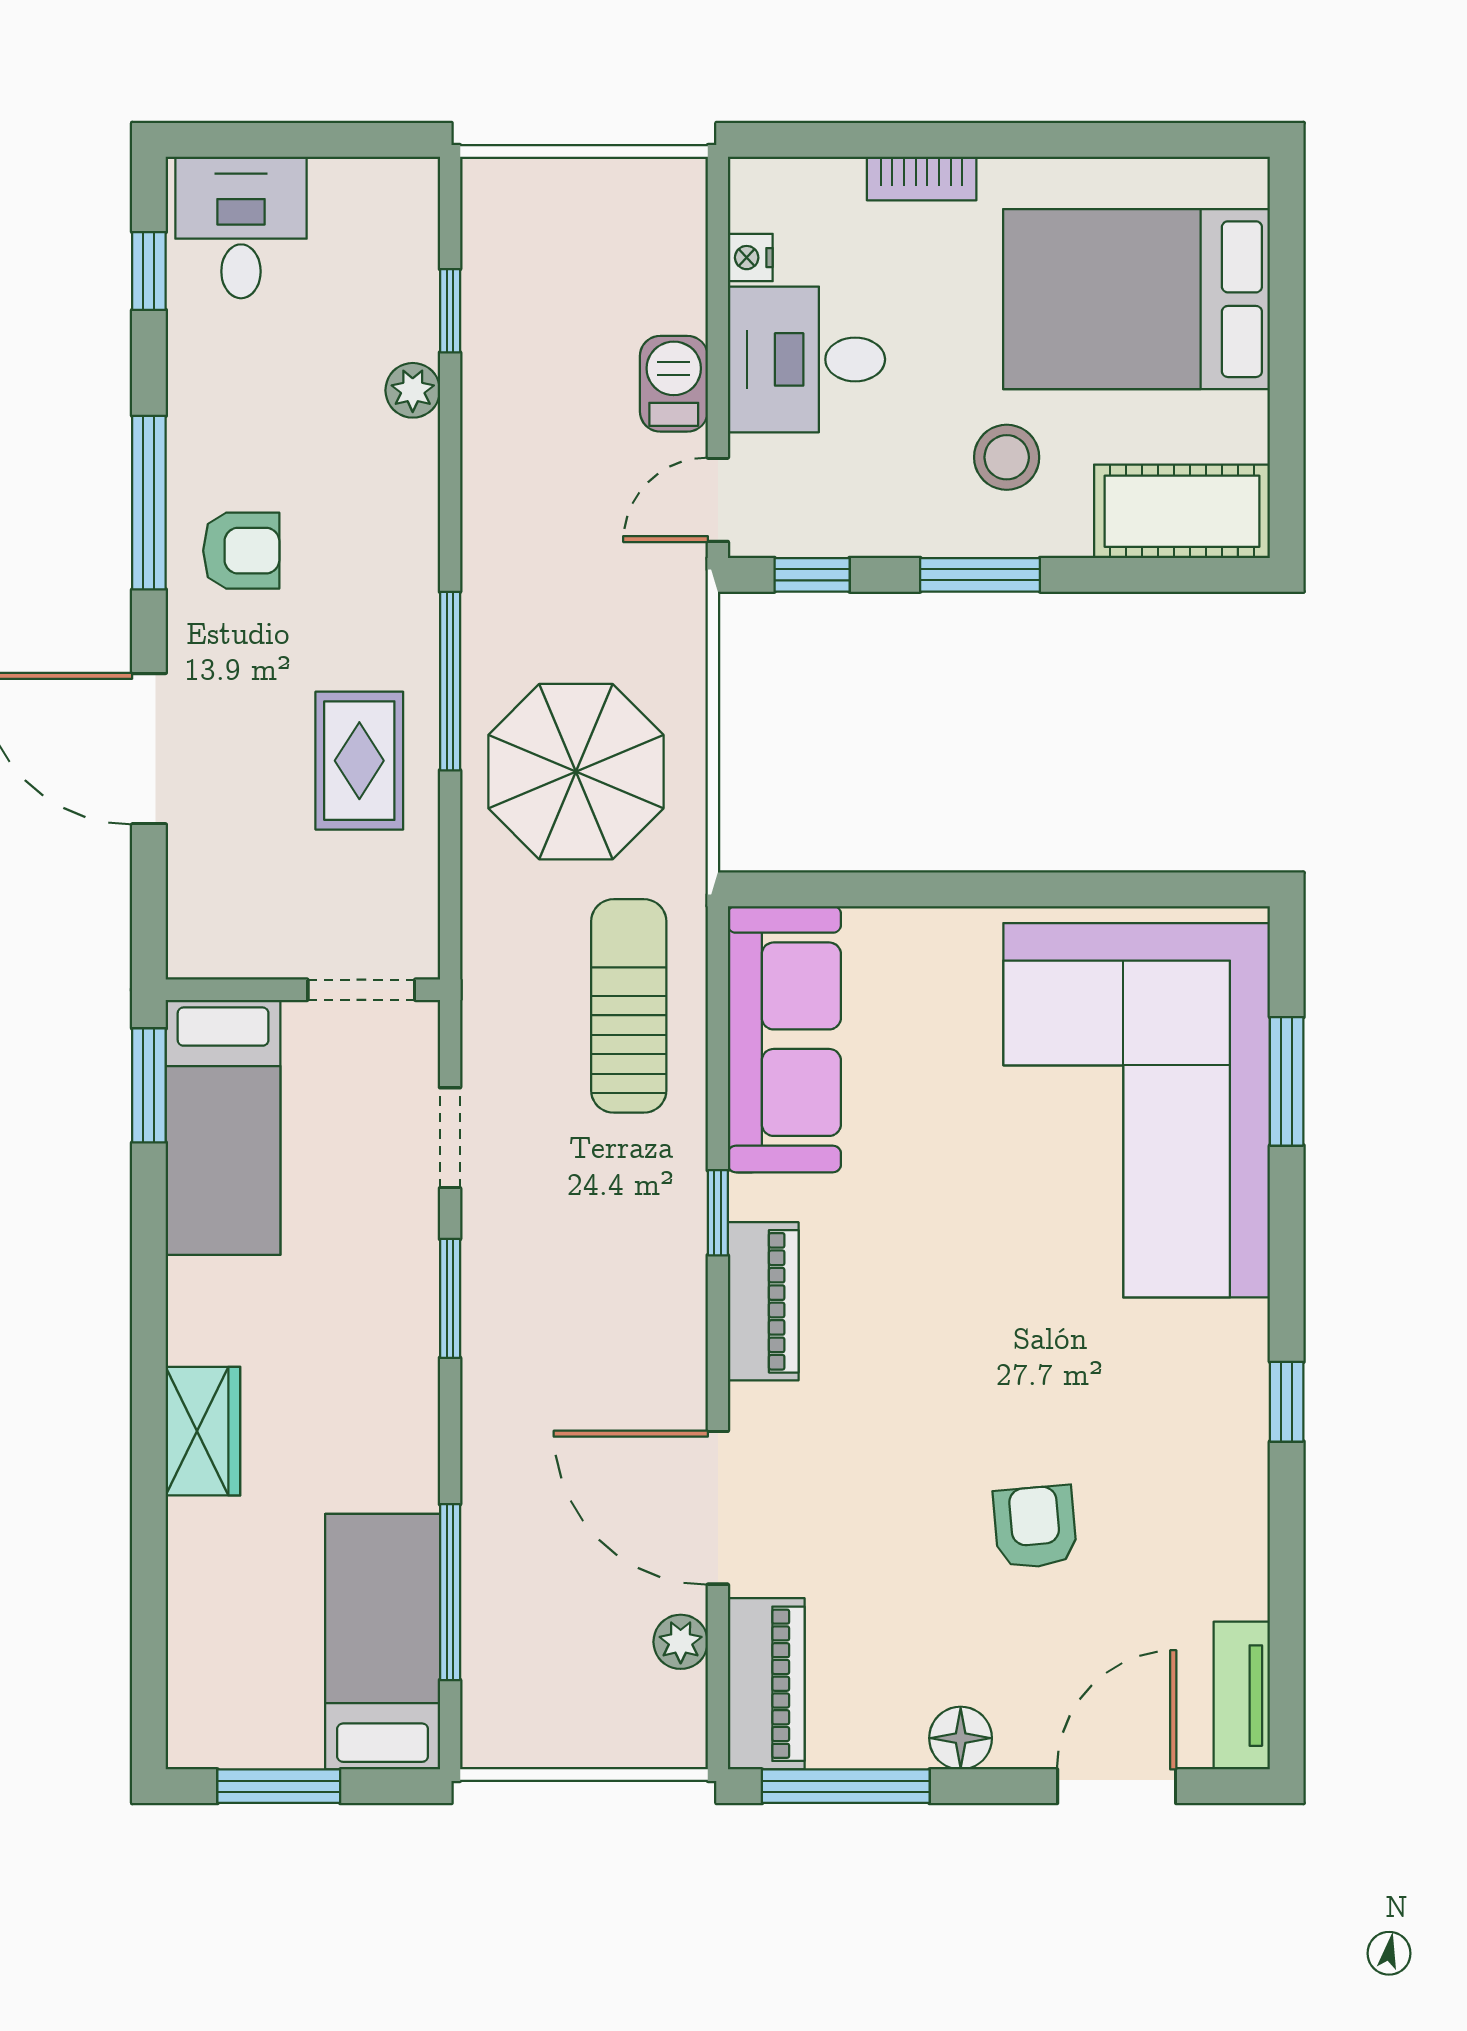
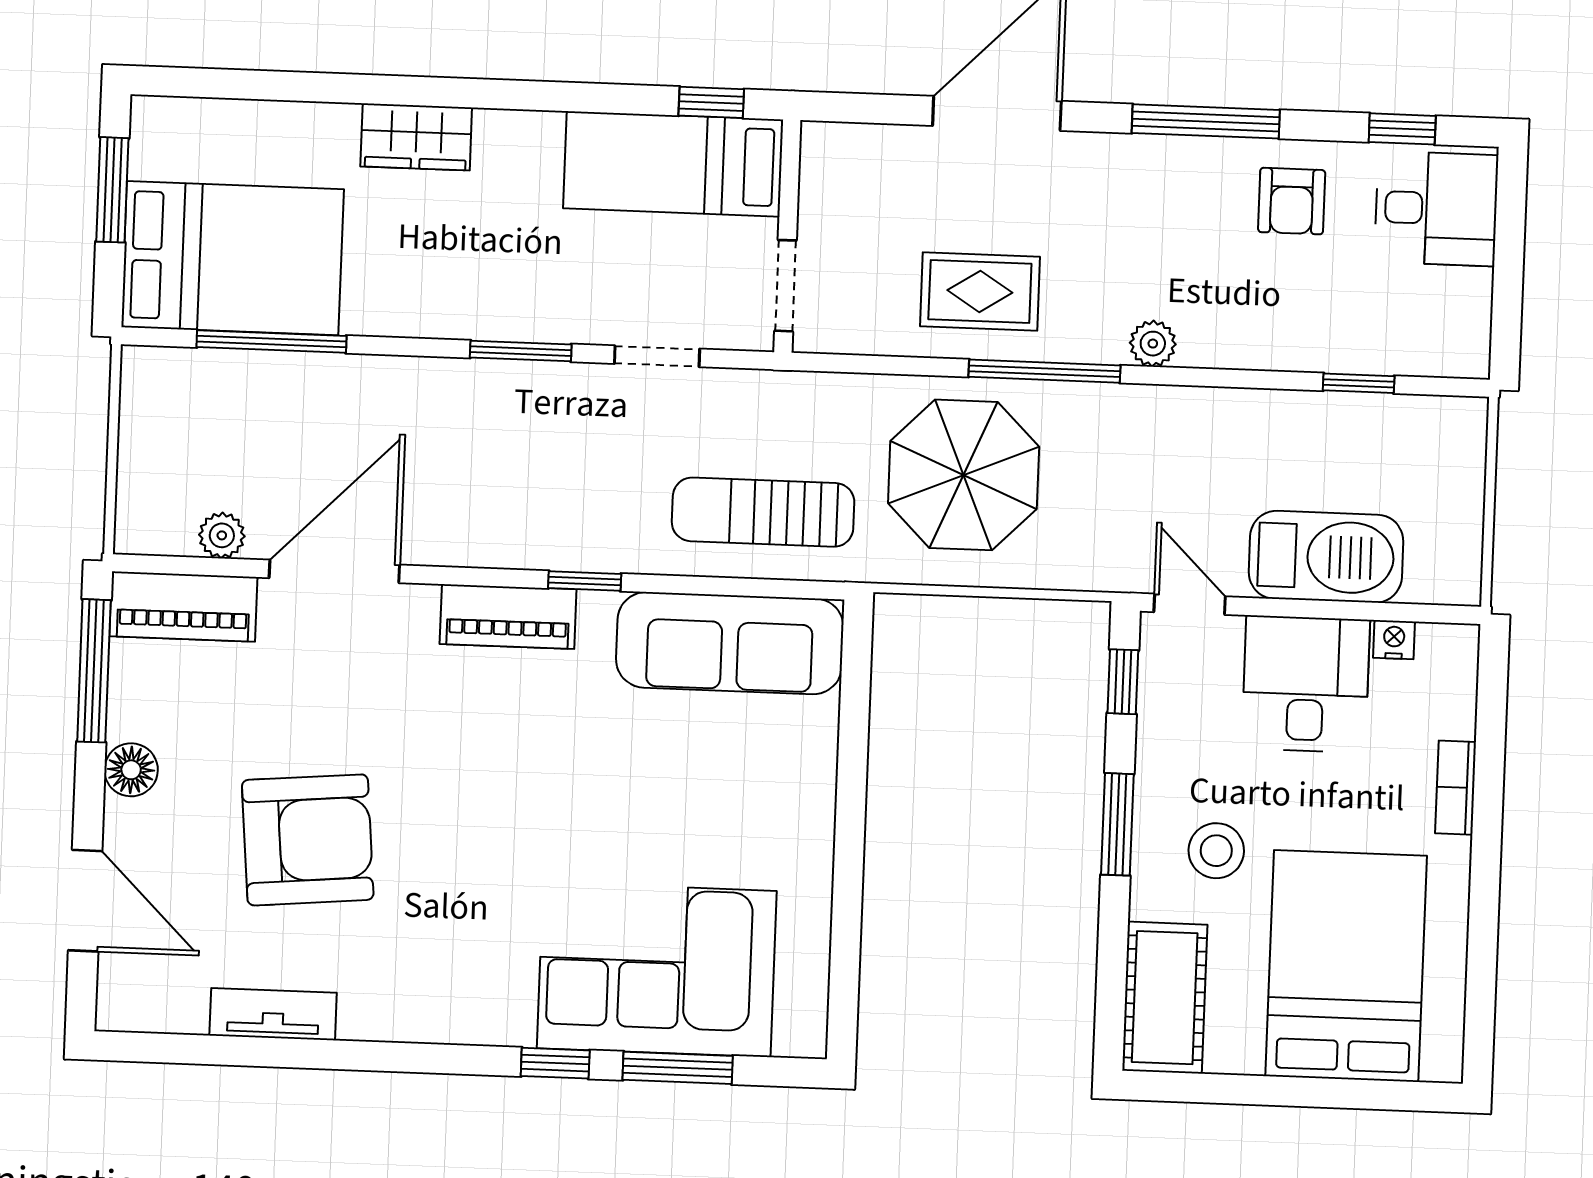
barbecue: (674, 384) -> (1326, 557), width x1.88, depth x1.53
plant: (413, 390) -> (1153, 344), moved
armchair: (241, 551) -> (1292, 201), moved
sun lounger: (629, 1006) -> (763, 512), turned 180
window: (149, 1085) -> (711, 102), width x0.67
corner sofa: (1137, 1110) -> (657, 970), width x0.73, depth x0.74
window: (1287, 1402) -> (555, 1063), moved
armchair: (1035, 1527) -> (308, 840), width x1.88, depth x1.88
bed: (383, 1642) -> (233, 258), width x1.50
tv unit: (1242, 1696) -> (273, 1014), moved

